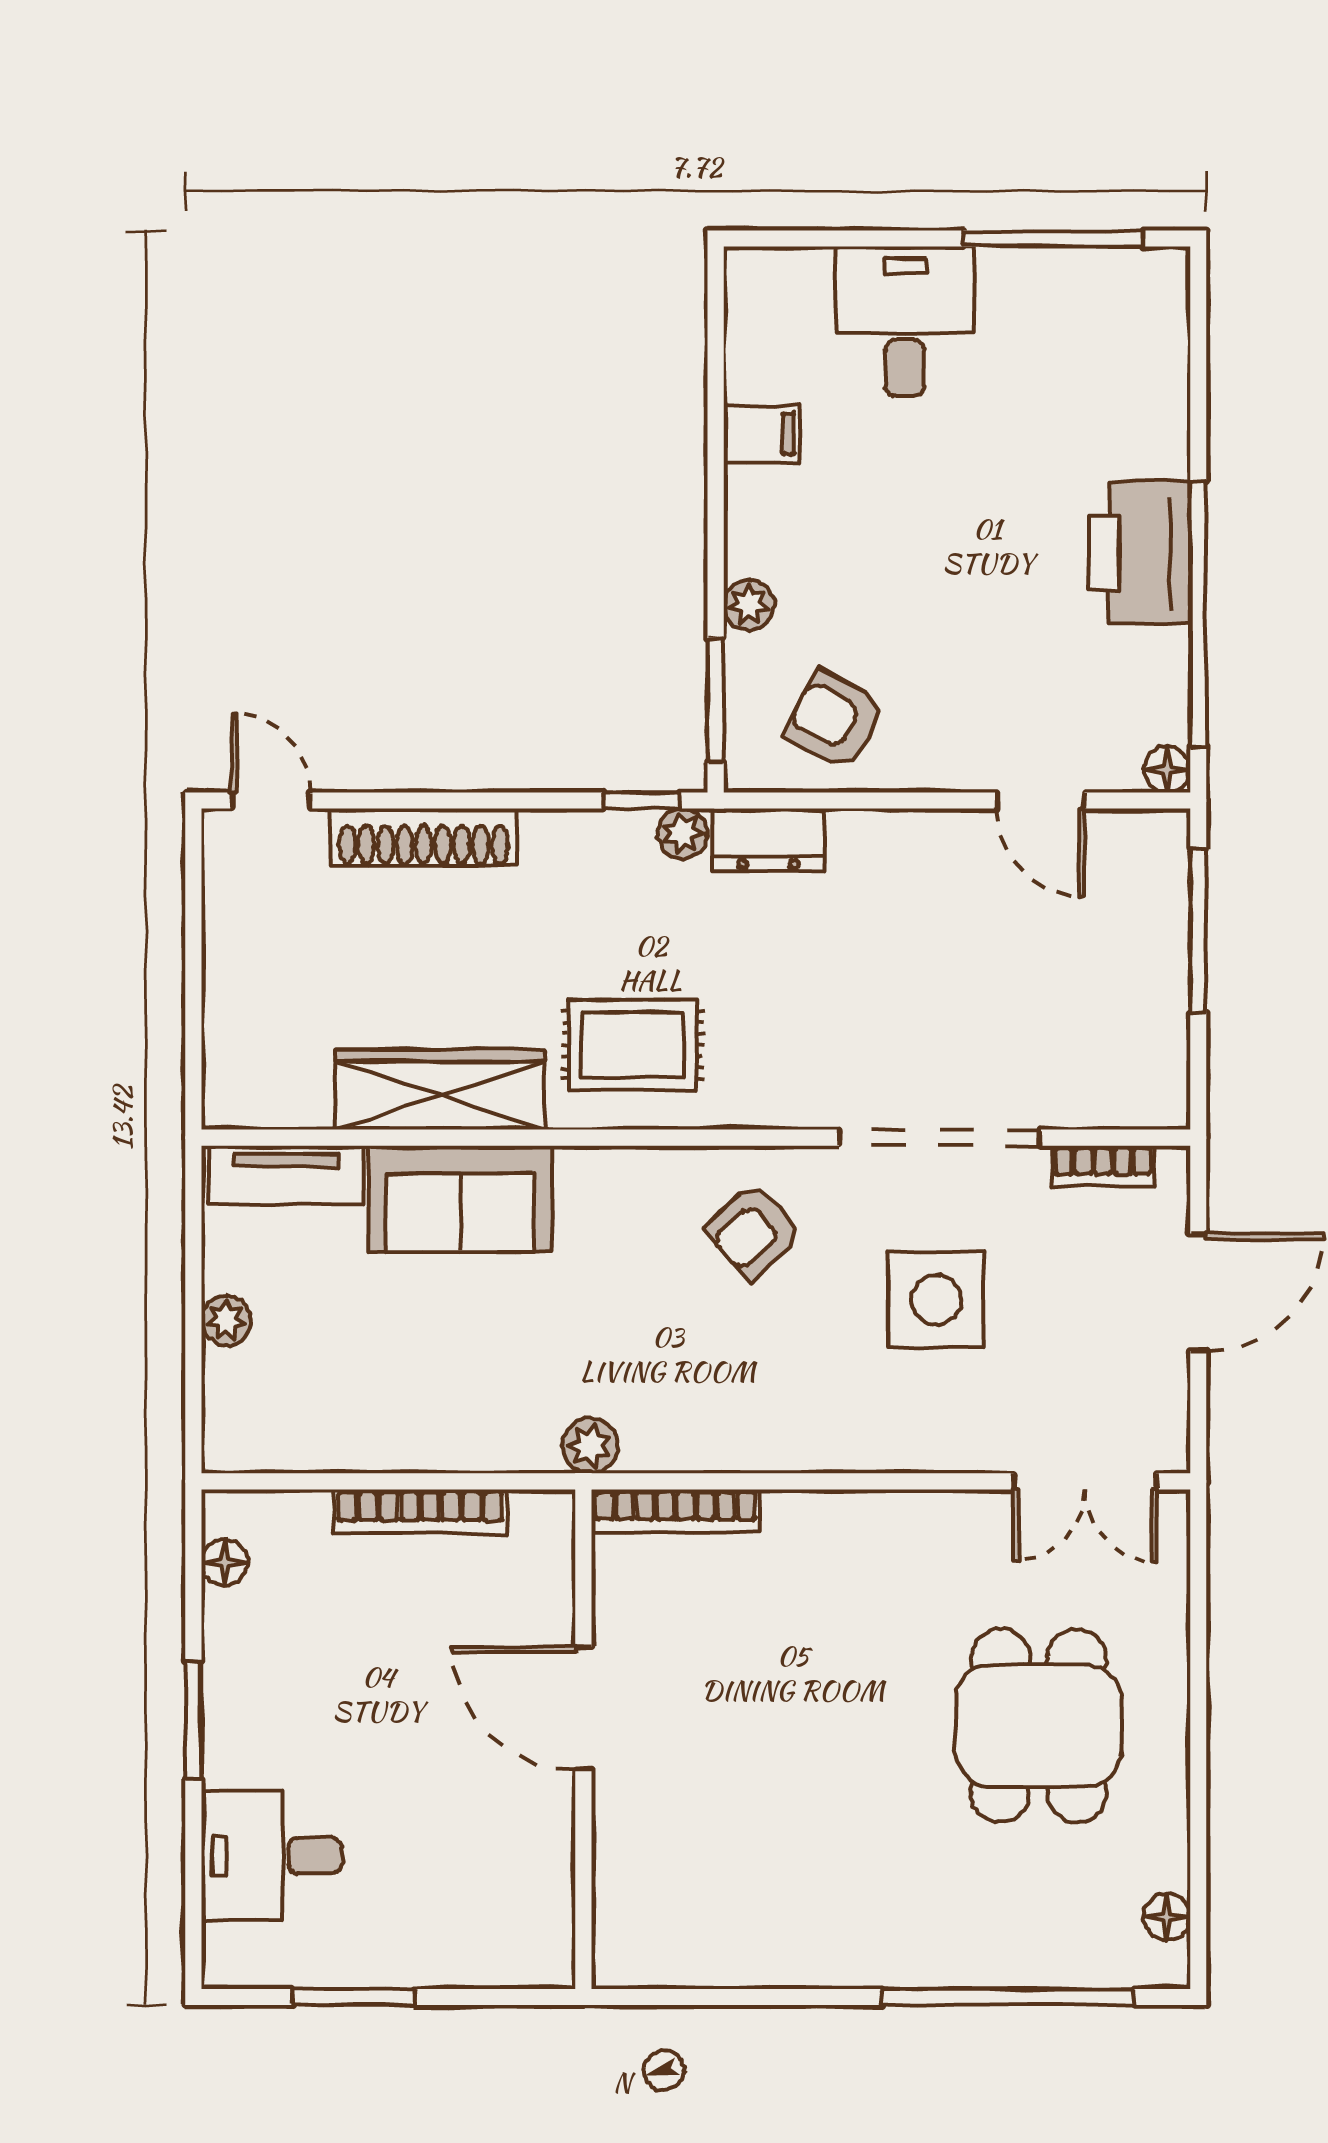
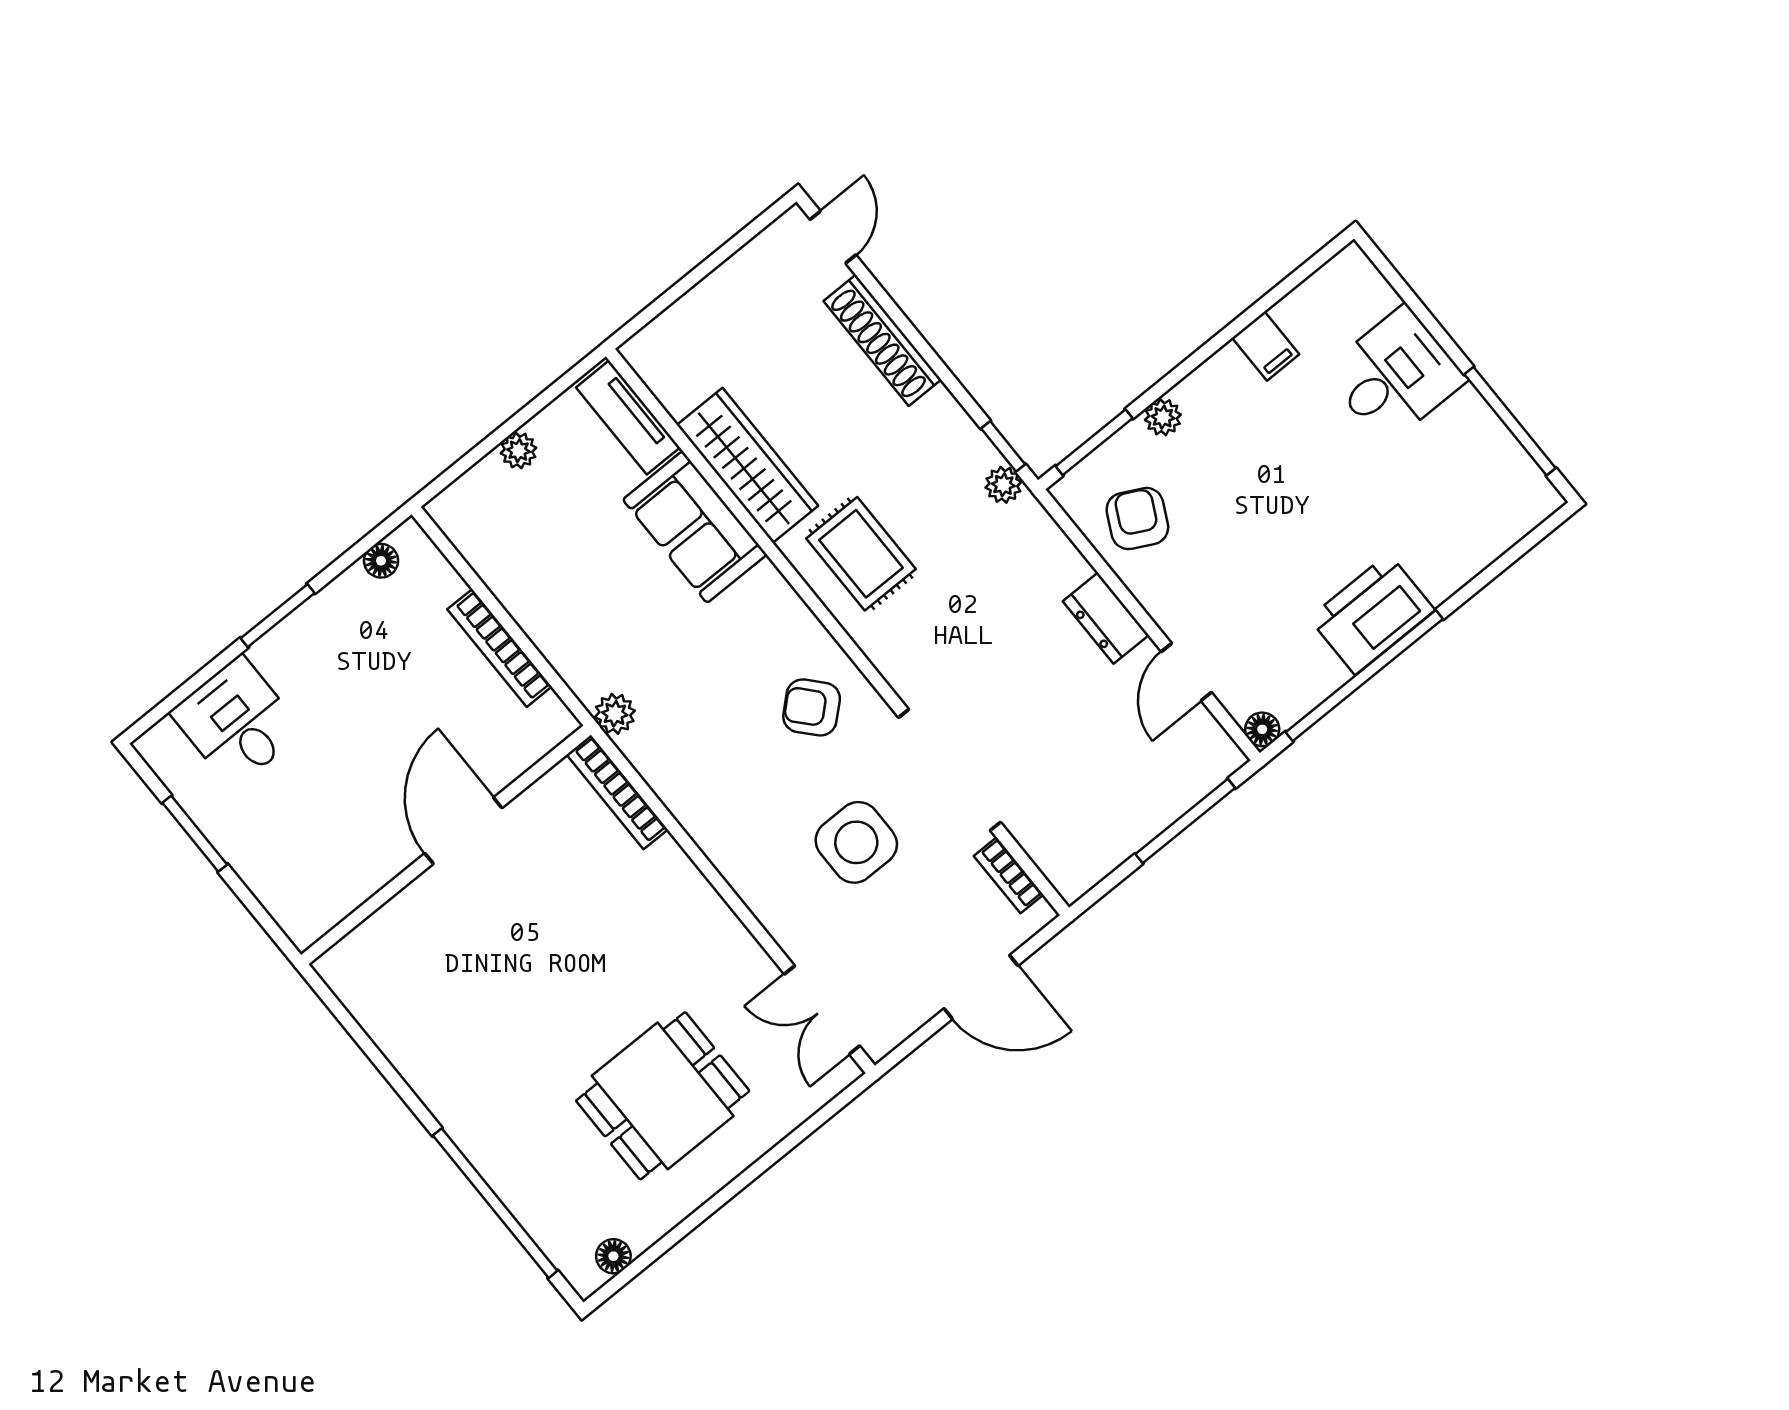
dresser: (768, 840) -> (1106, 618), moved

